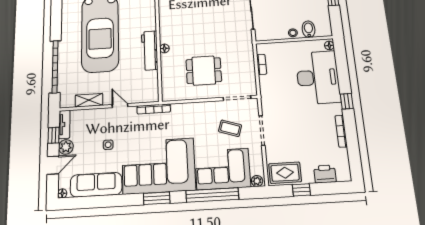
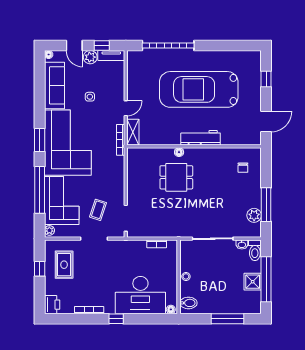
bidet: (309, 29) -> (188, 303), moved
workbench: (150, 50) -> (201, 138), moved
dining table: (204, 71) -> (176, 177), moved, turned 90
shelving: (89, 100) -> (133, 132), moved
rug: (285, 173) -> (64, 265), moved
printer: (325, 174) -> (52, 305), moved

